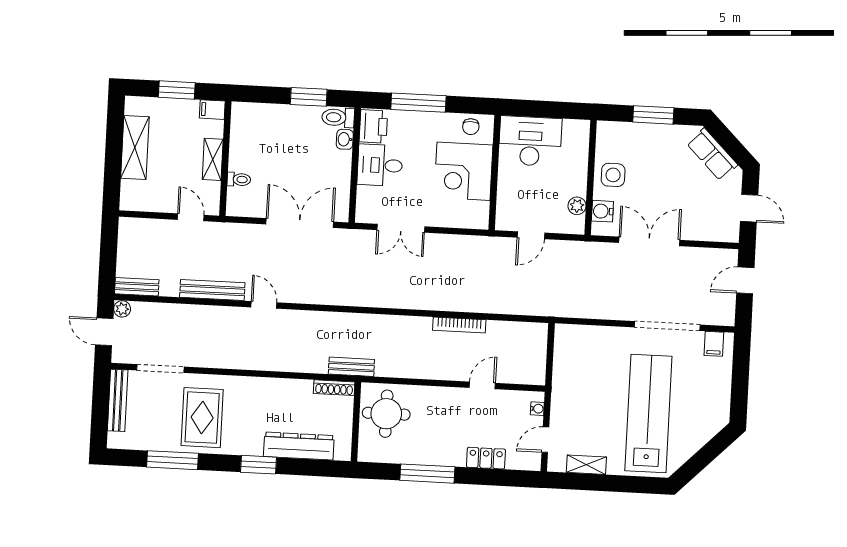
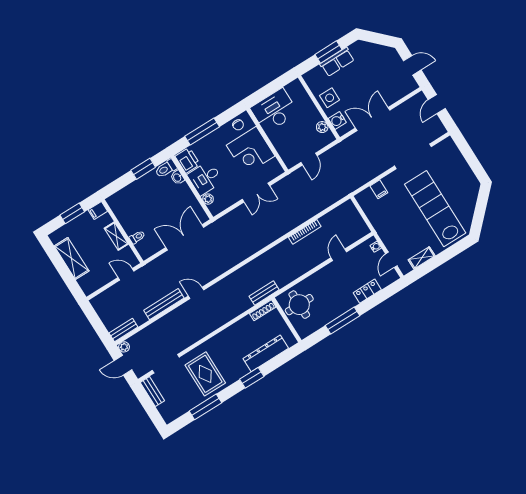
row of seats: (712, 154) -> (337, 62), moved, turned -45
plant: (365, 195) -> (208, 199), added
double door: (401, 228) -> (256, 193), moved
filing cabinet: (714, 344) -> (379, 189), moved
bench: (118, 400) -> (152, 392), width x0.73

